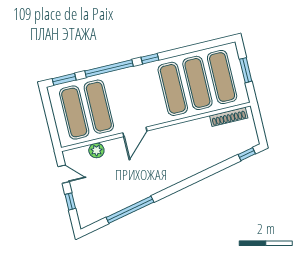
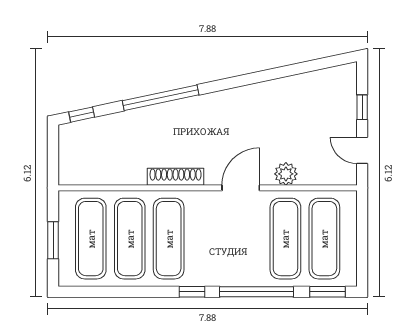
shoe rack: (229, 117) -> (176, 177), moved
plant: (96, 150) -> (286, 174), moved
window: (130, 210) -> (161, 98), moved

